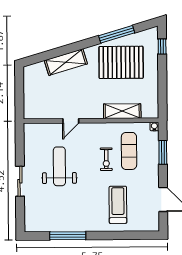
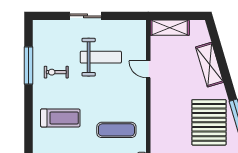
shelving: (122, 111) -> (170, 28), moved, turned 90
exercise bike: (106, 159) -> (56, 72), moved

